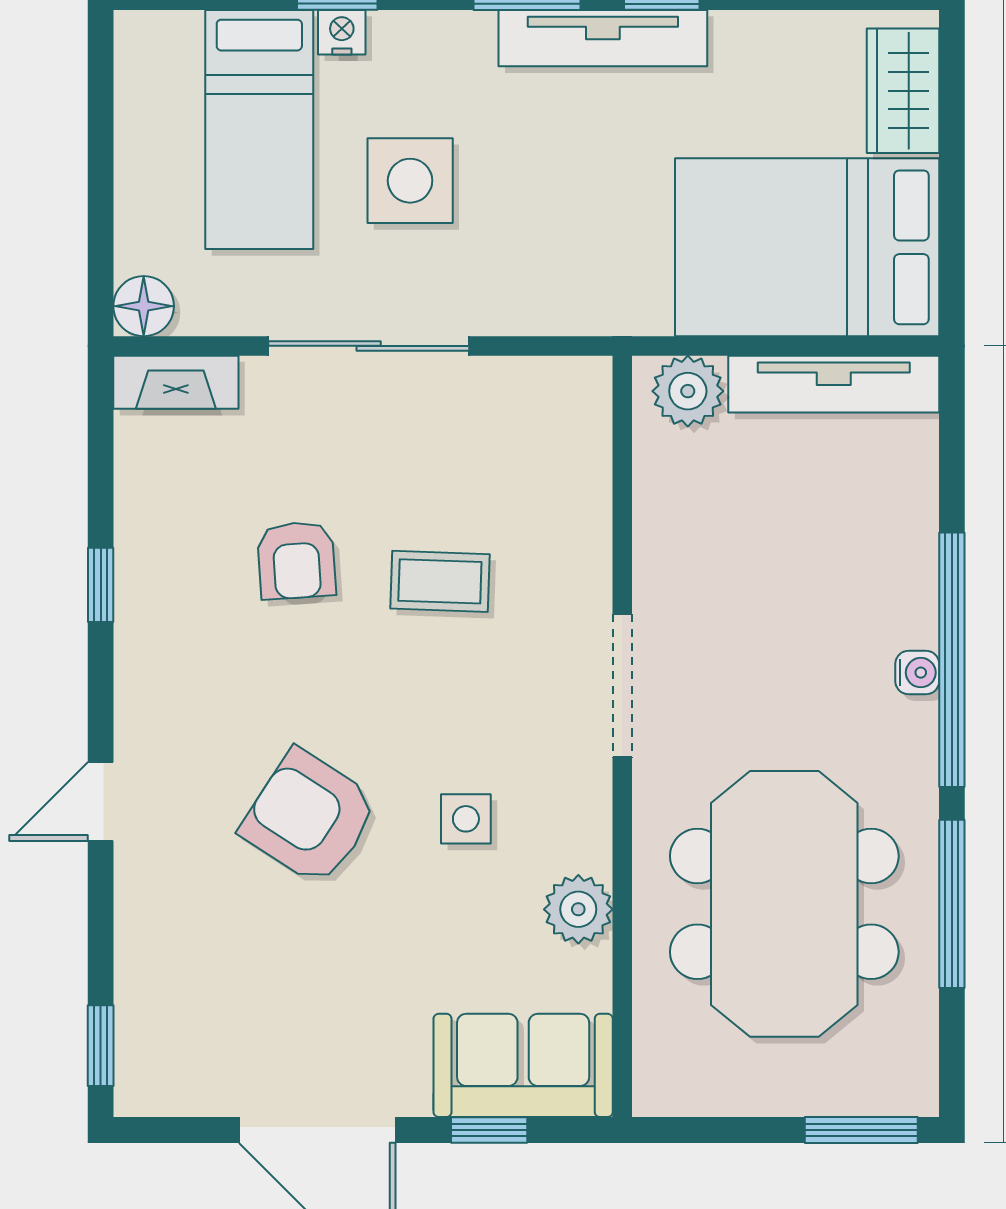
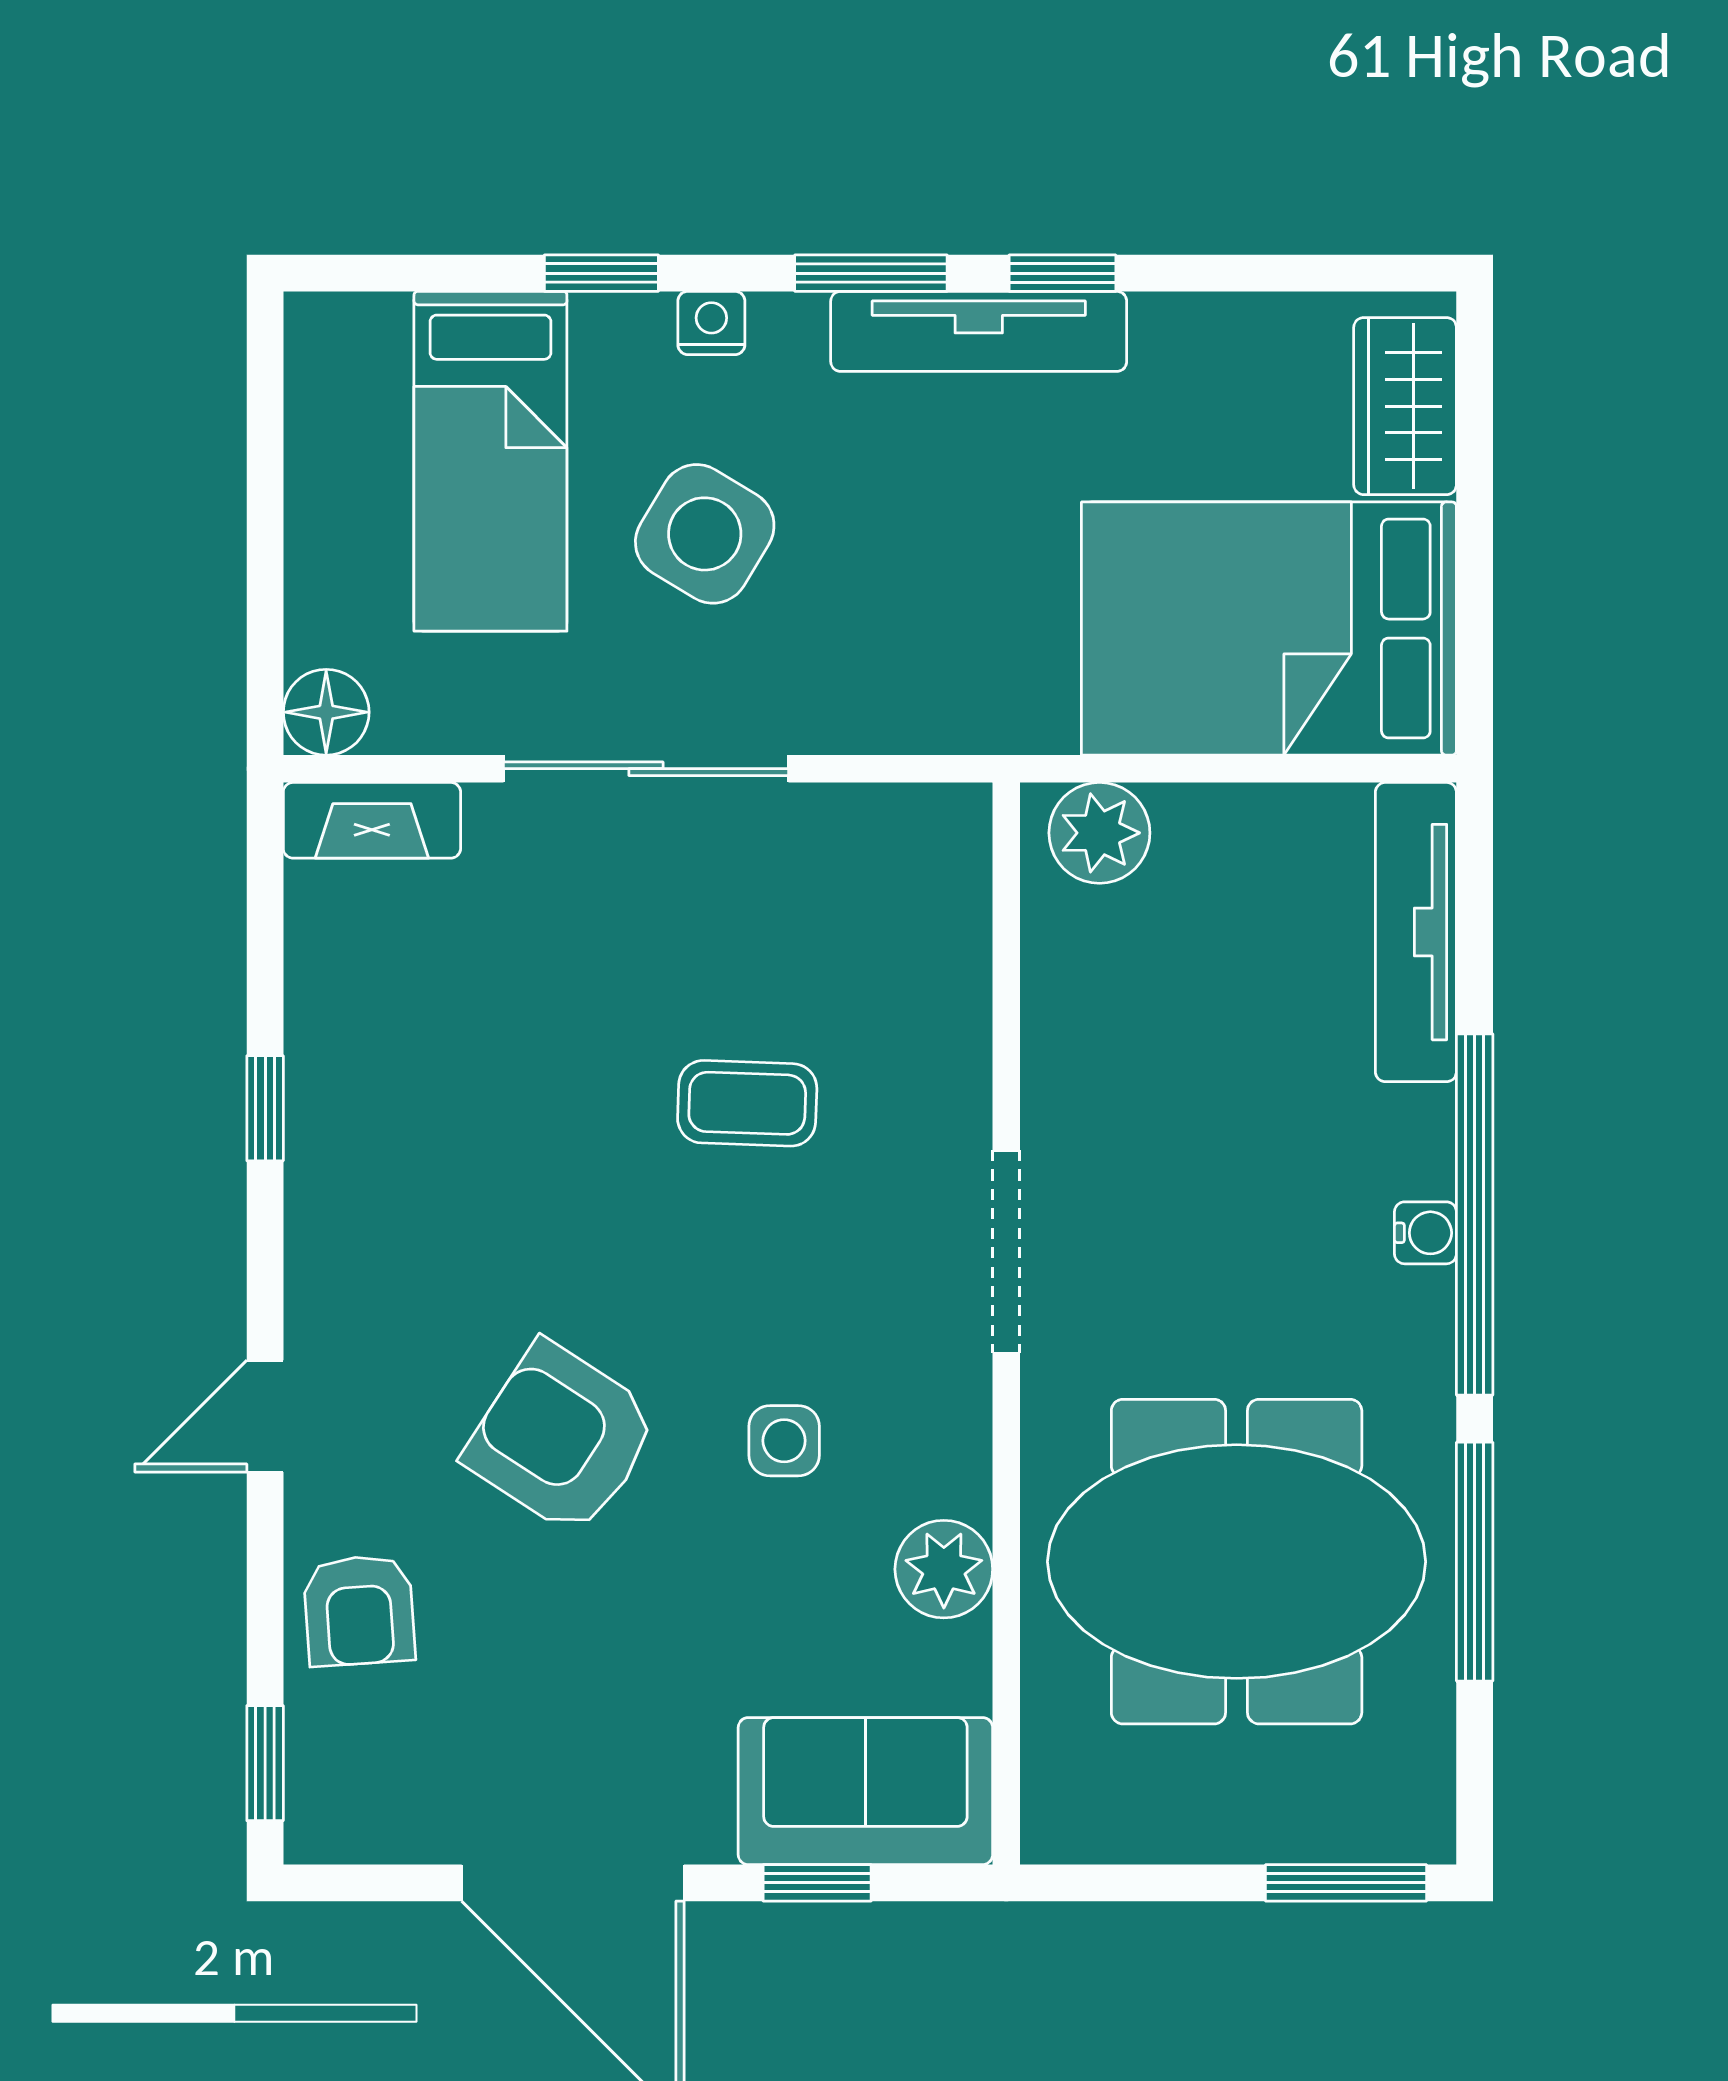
nightstand: (342, 32) -> (711, 323), moved
side table: (410, 181) -> (705, 534), turned 31
tv unit: (834, 384) -> (1416, 932), moved, turned 90
armchair: (296, 560) -> (359, 1610), moved
meeting table: (784, 904) -> (1237, 1562), turned 90

